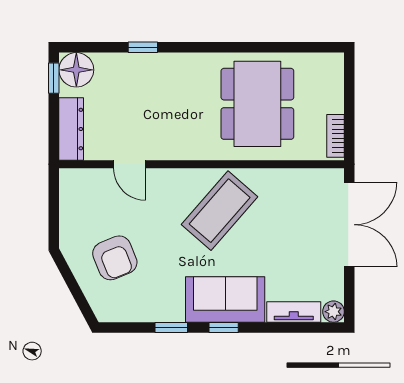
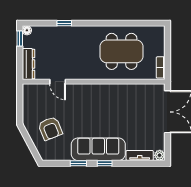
floor lamp: (76, 70) -> (27, 30), width x0.53, depth x0.53
dining table: (257, 104) -> (121, 51), turned 90
coffee table: (220, 211) -> (103, 105), removed
sofa: (225, 299) -> (98, 149), width x1.36

